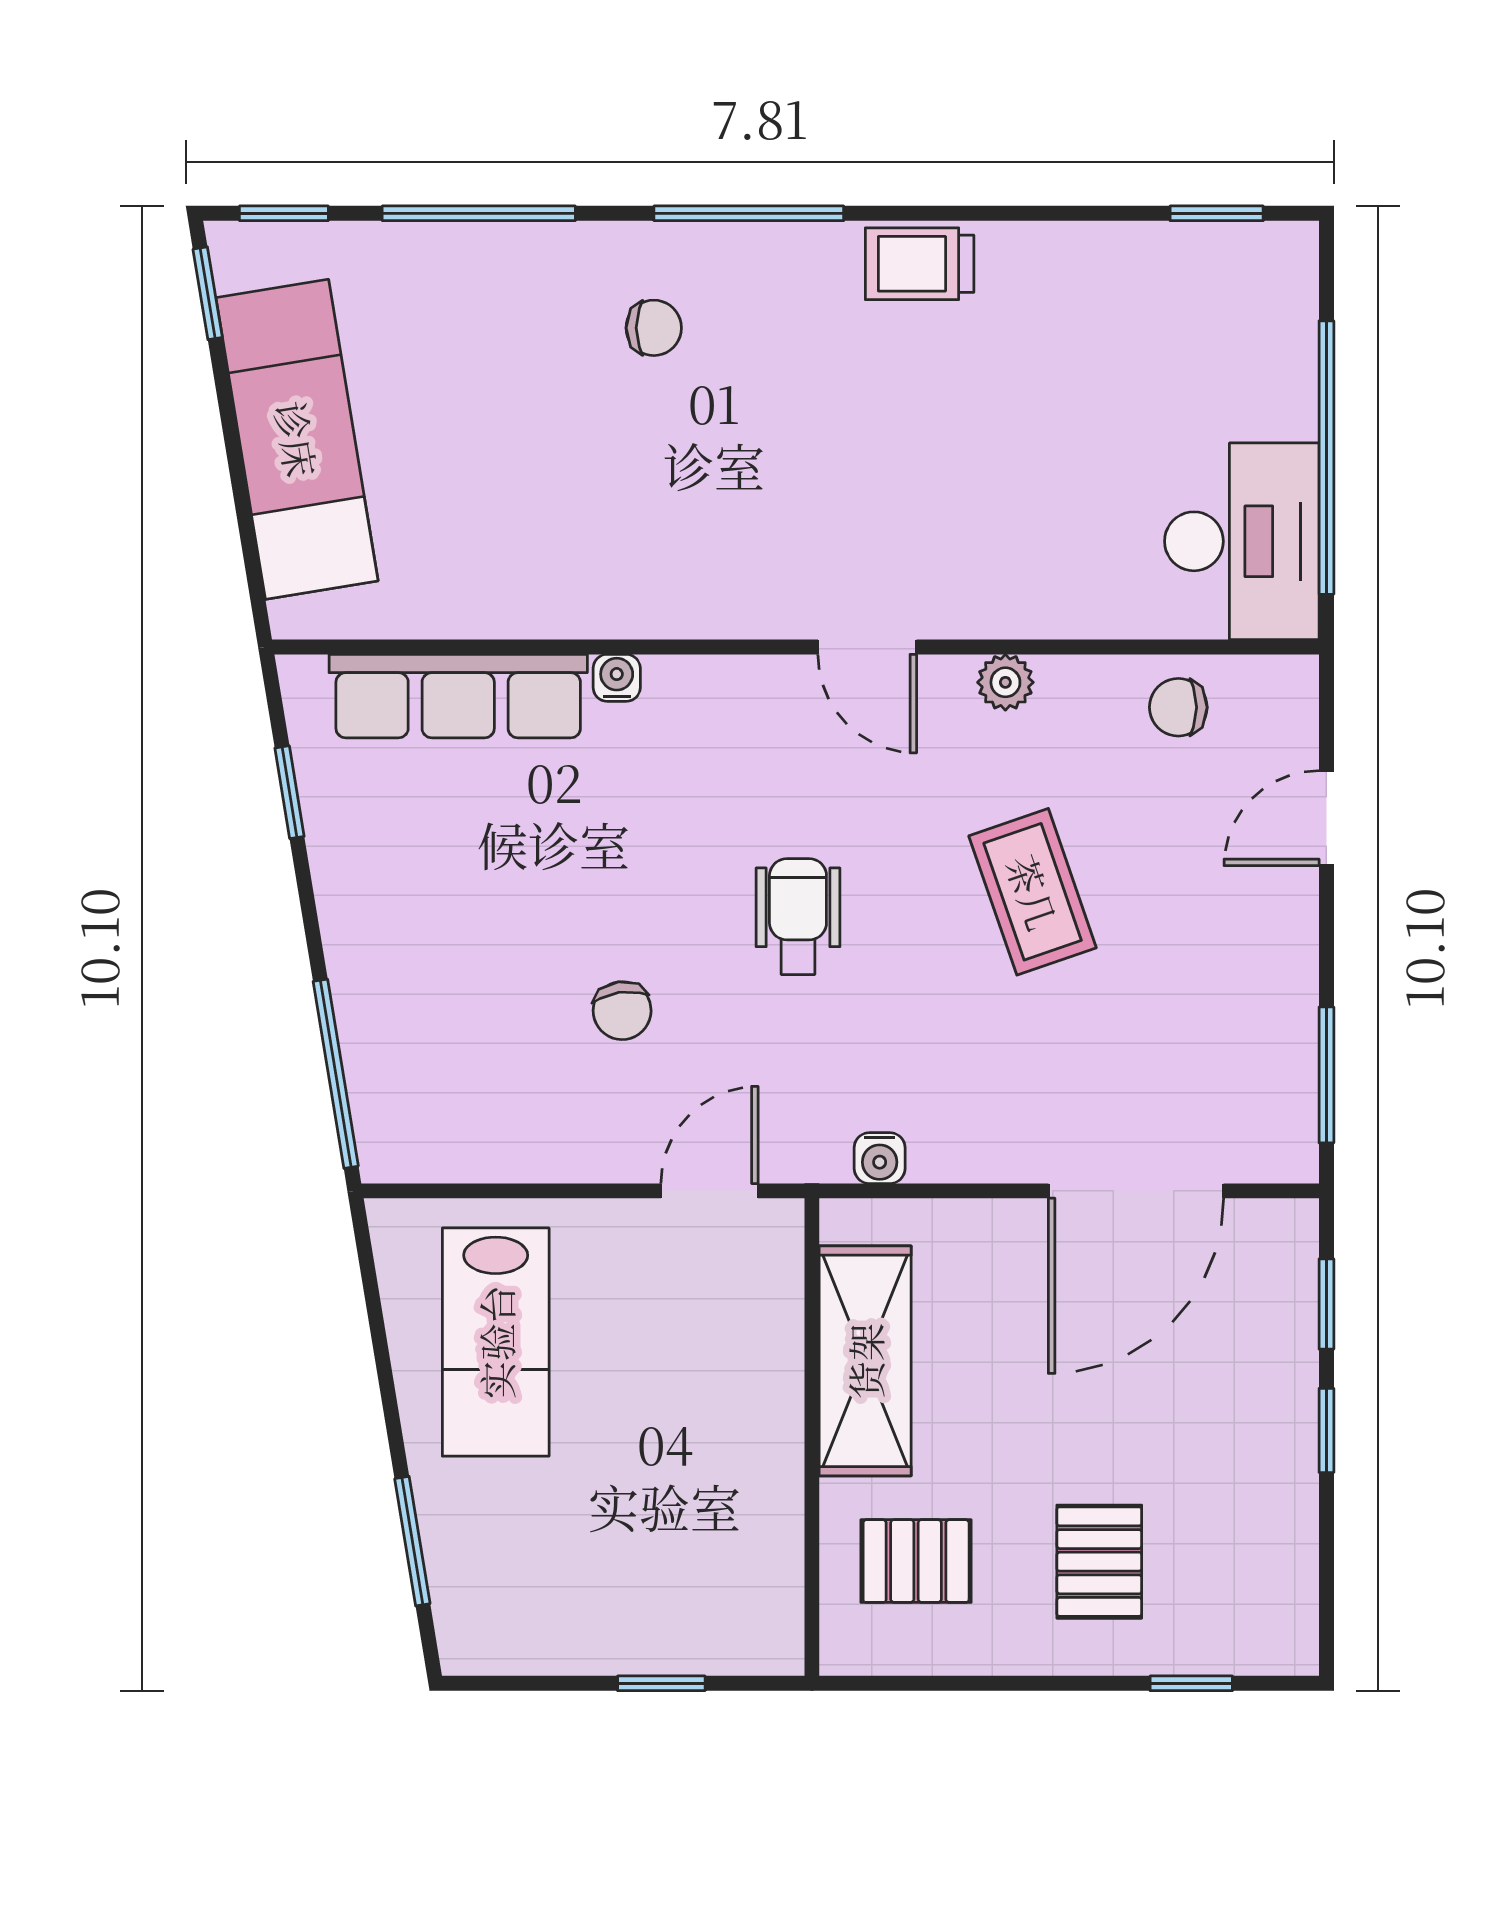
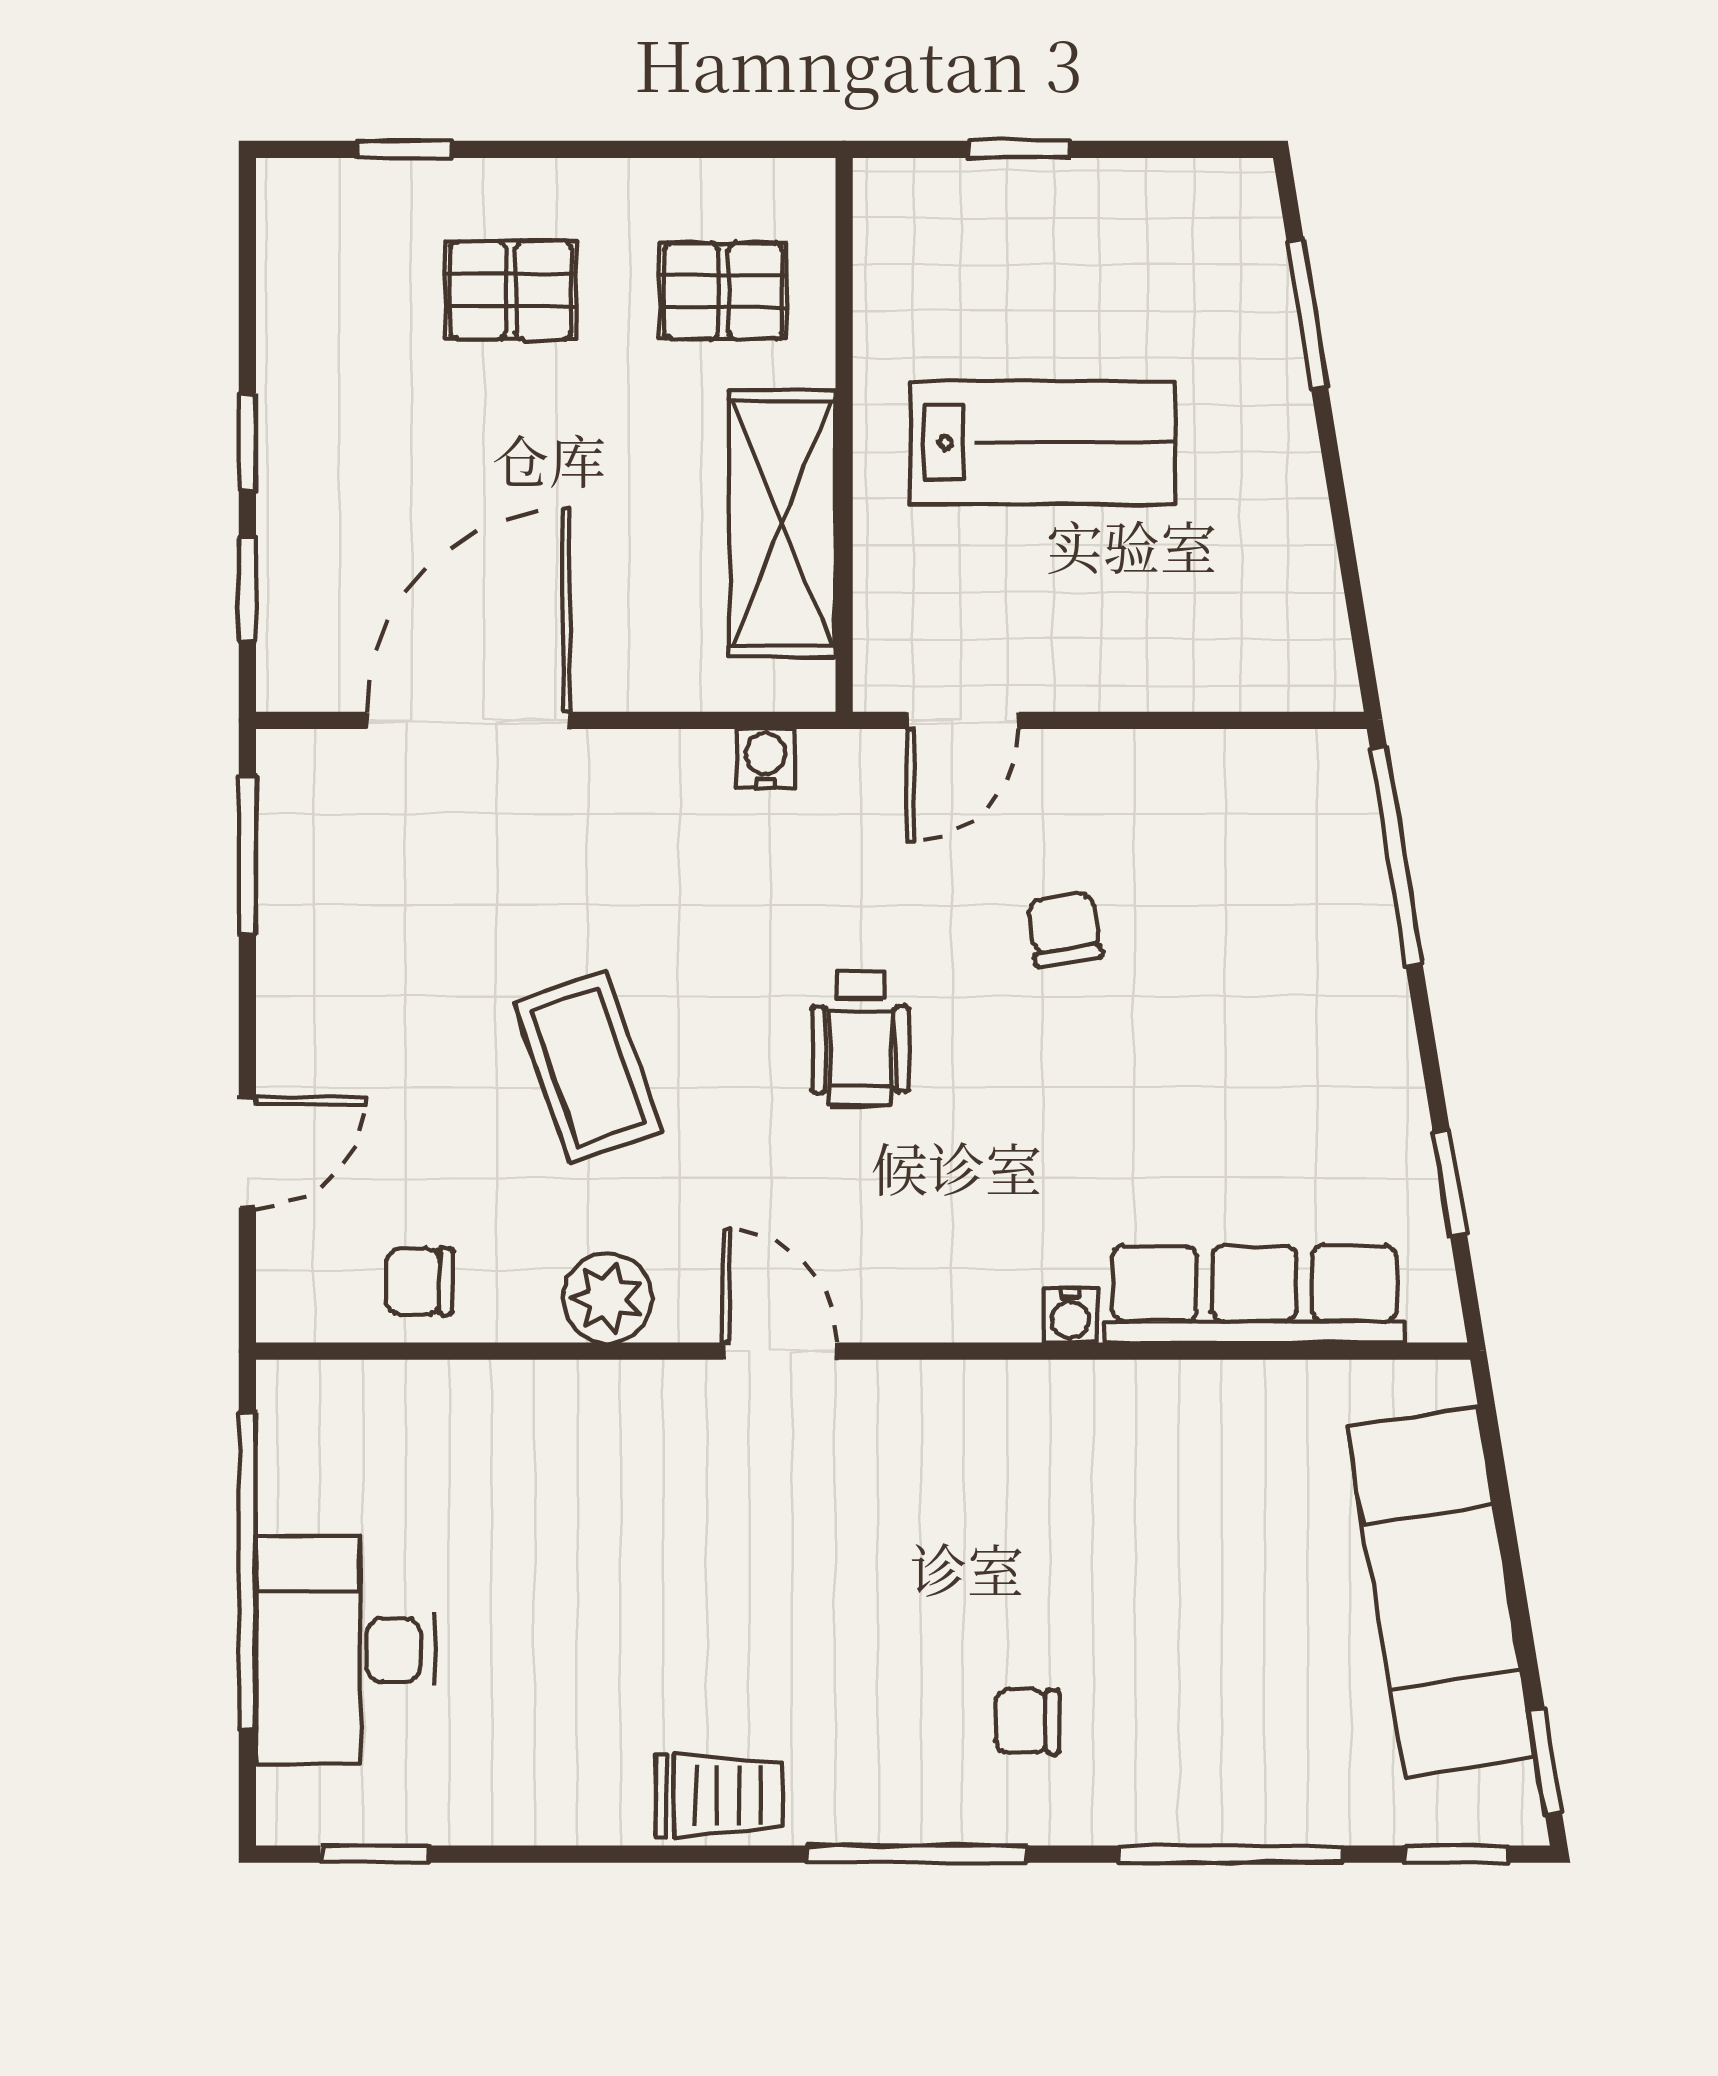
desk: (1242, 541) -> (345, 1650), moved
plant: (1005, 682) -> (607, 1298), width x1.38, depth x1.38
chair: (1178, 707) -> (419, 1281), turned 180
lab bench: (496, 1342) -> (1043, 442), moved, turned 90
pallet: (1099, 1562) -> (511, 290), turned 90

